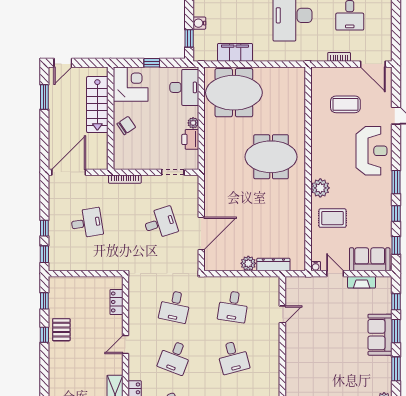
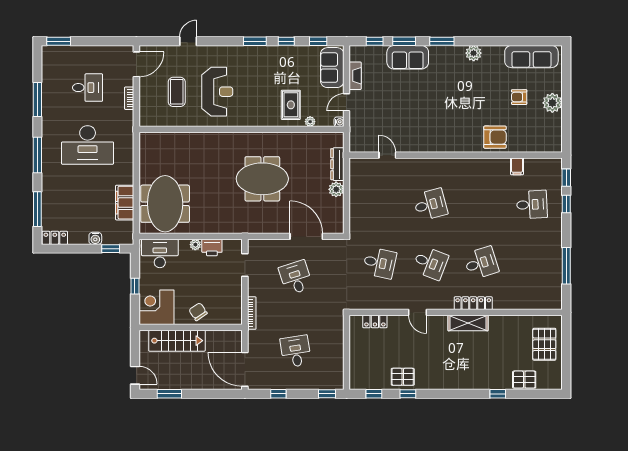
reception desk: (372, 151) -> (217, 92), moved, turned 90
meeting table: (271, 157) -> (262, 179), moved, turned 90
plant: (320, 188) -> (310, 122), moved, width x0.53, depth x0.53
window: (44, 228) -> (278, 394), moved
desk: (233, 307) -> (380, 205), removed

